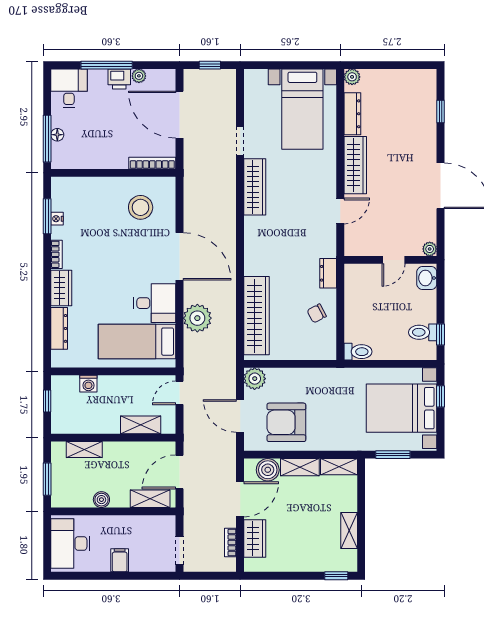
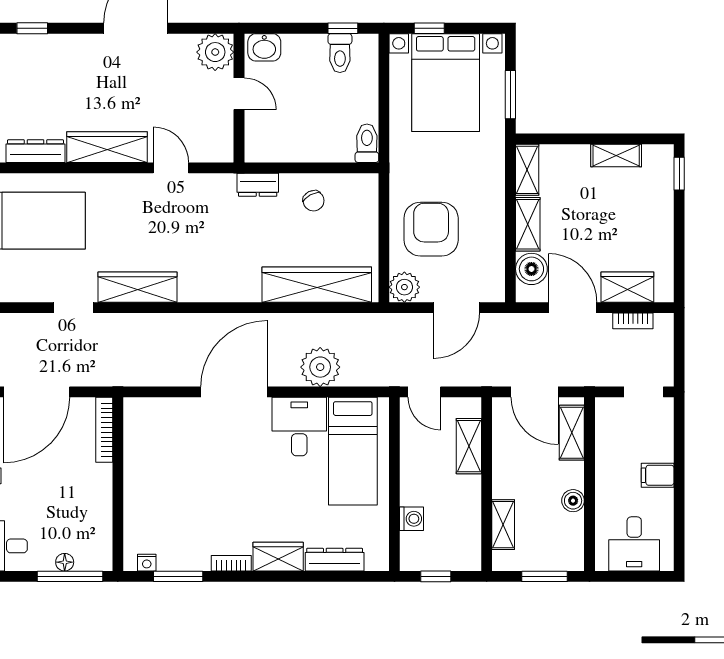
stool: (141, 207) -> (166, 446), removed
nightstand: (57, 219) -> (147, 563), moved
plant: (430, 249) -> (215, 52), width x1.88, depth x1.88
armchair: (286, 422) -> (431, 229), moved, turned 180
desk: (70, 543) -> (634, 544), width x0.73

